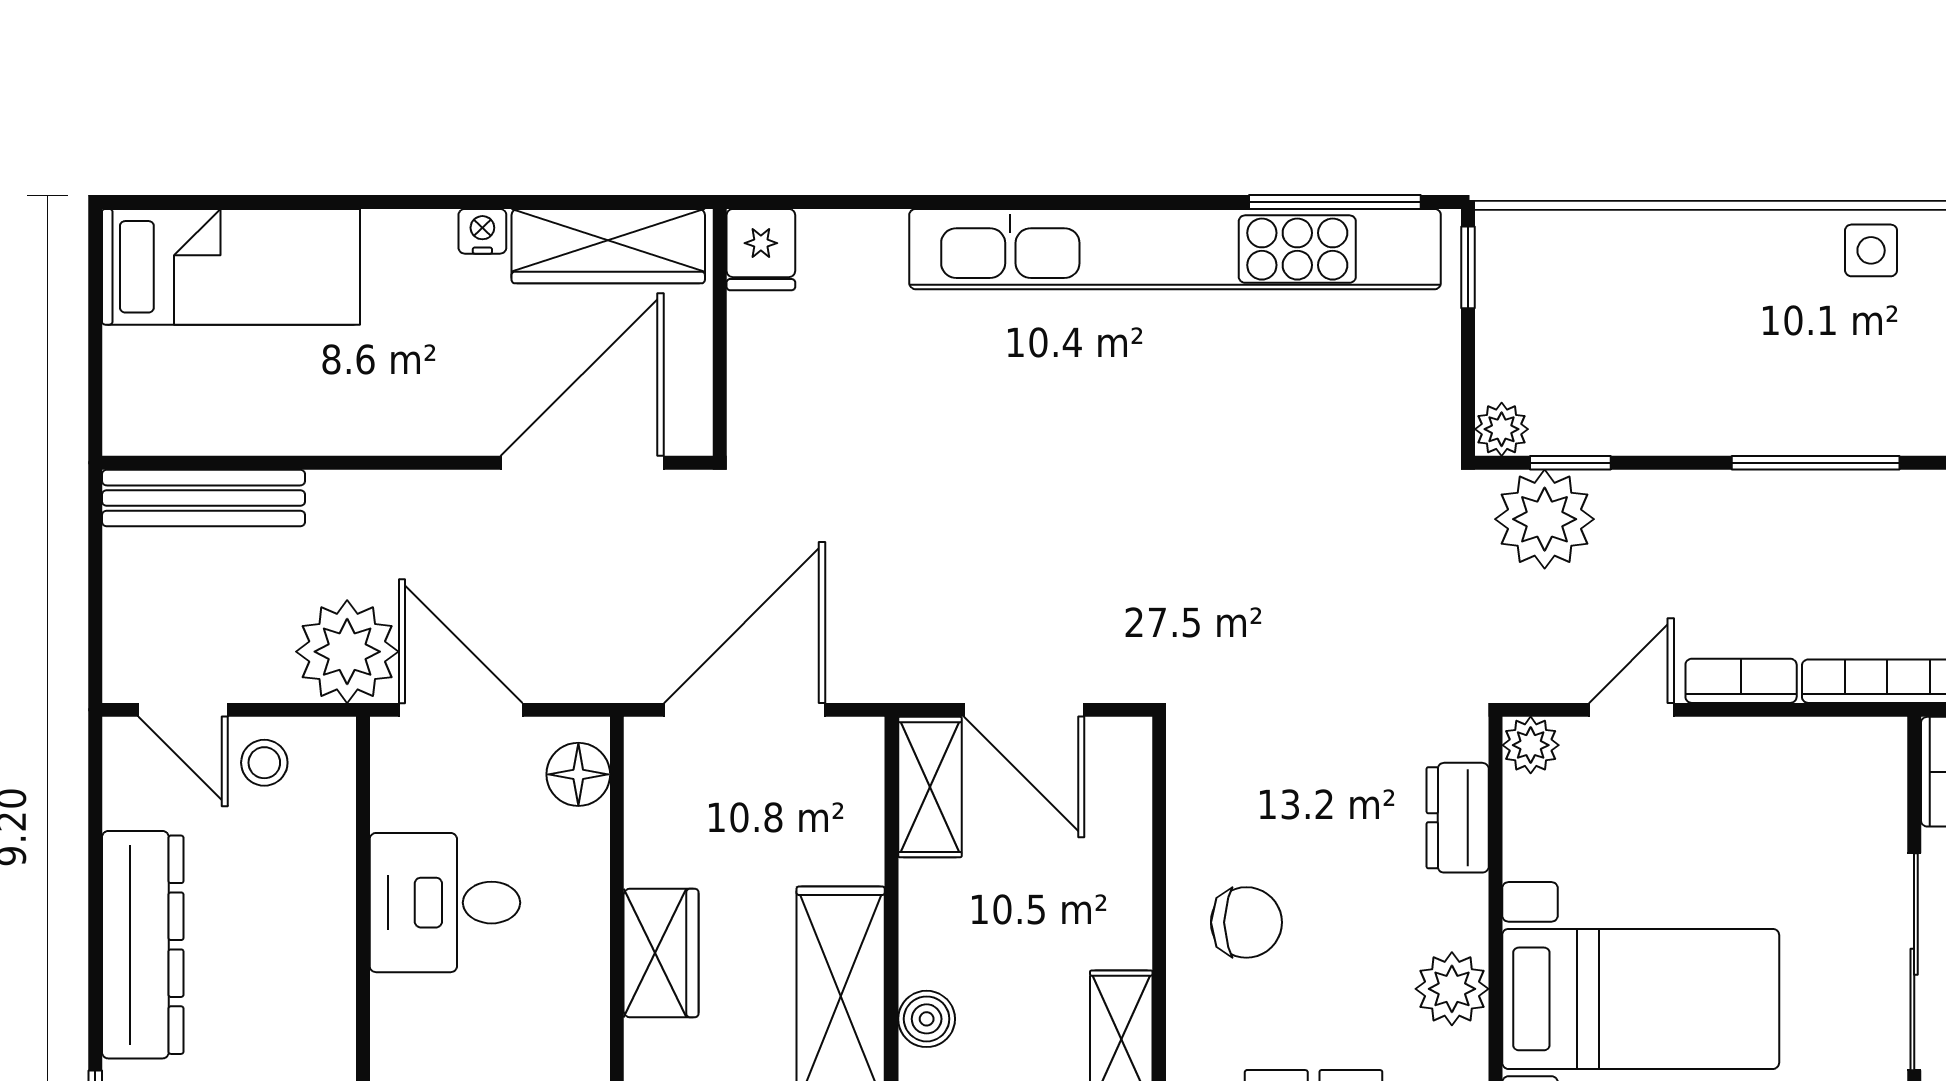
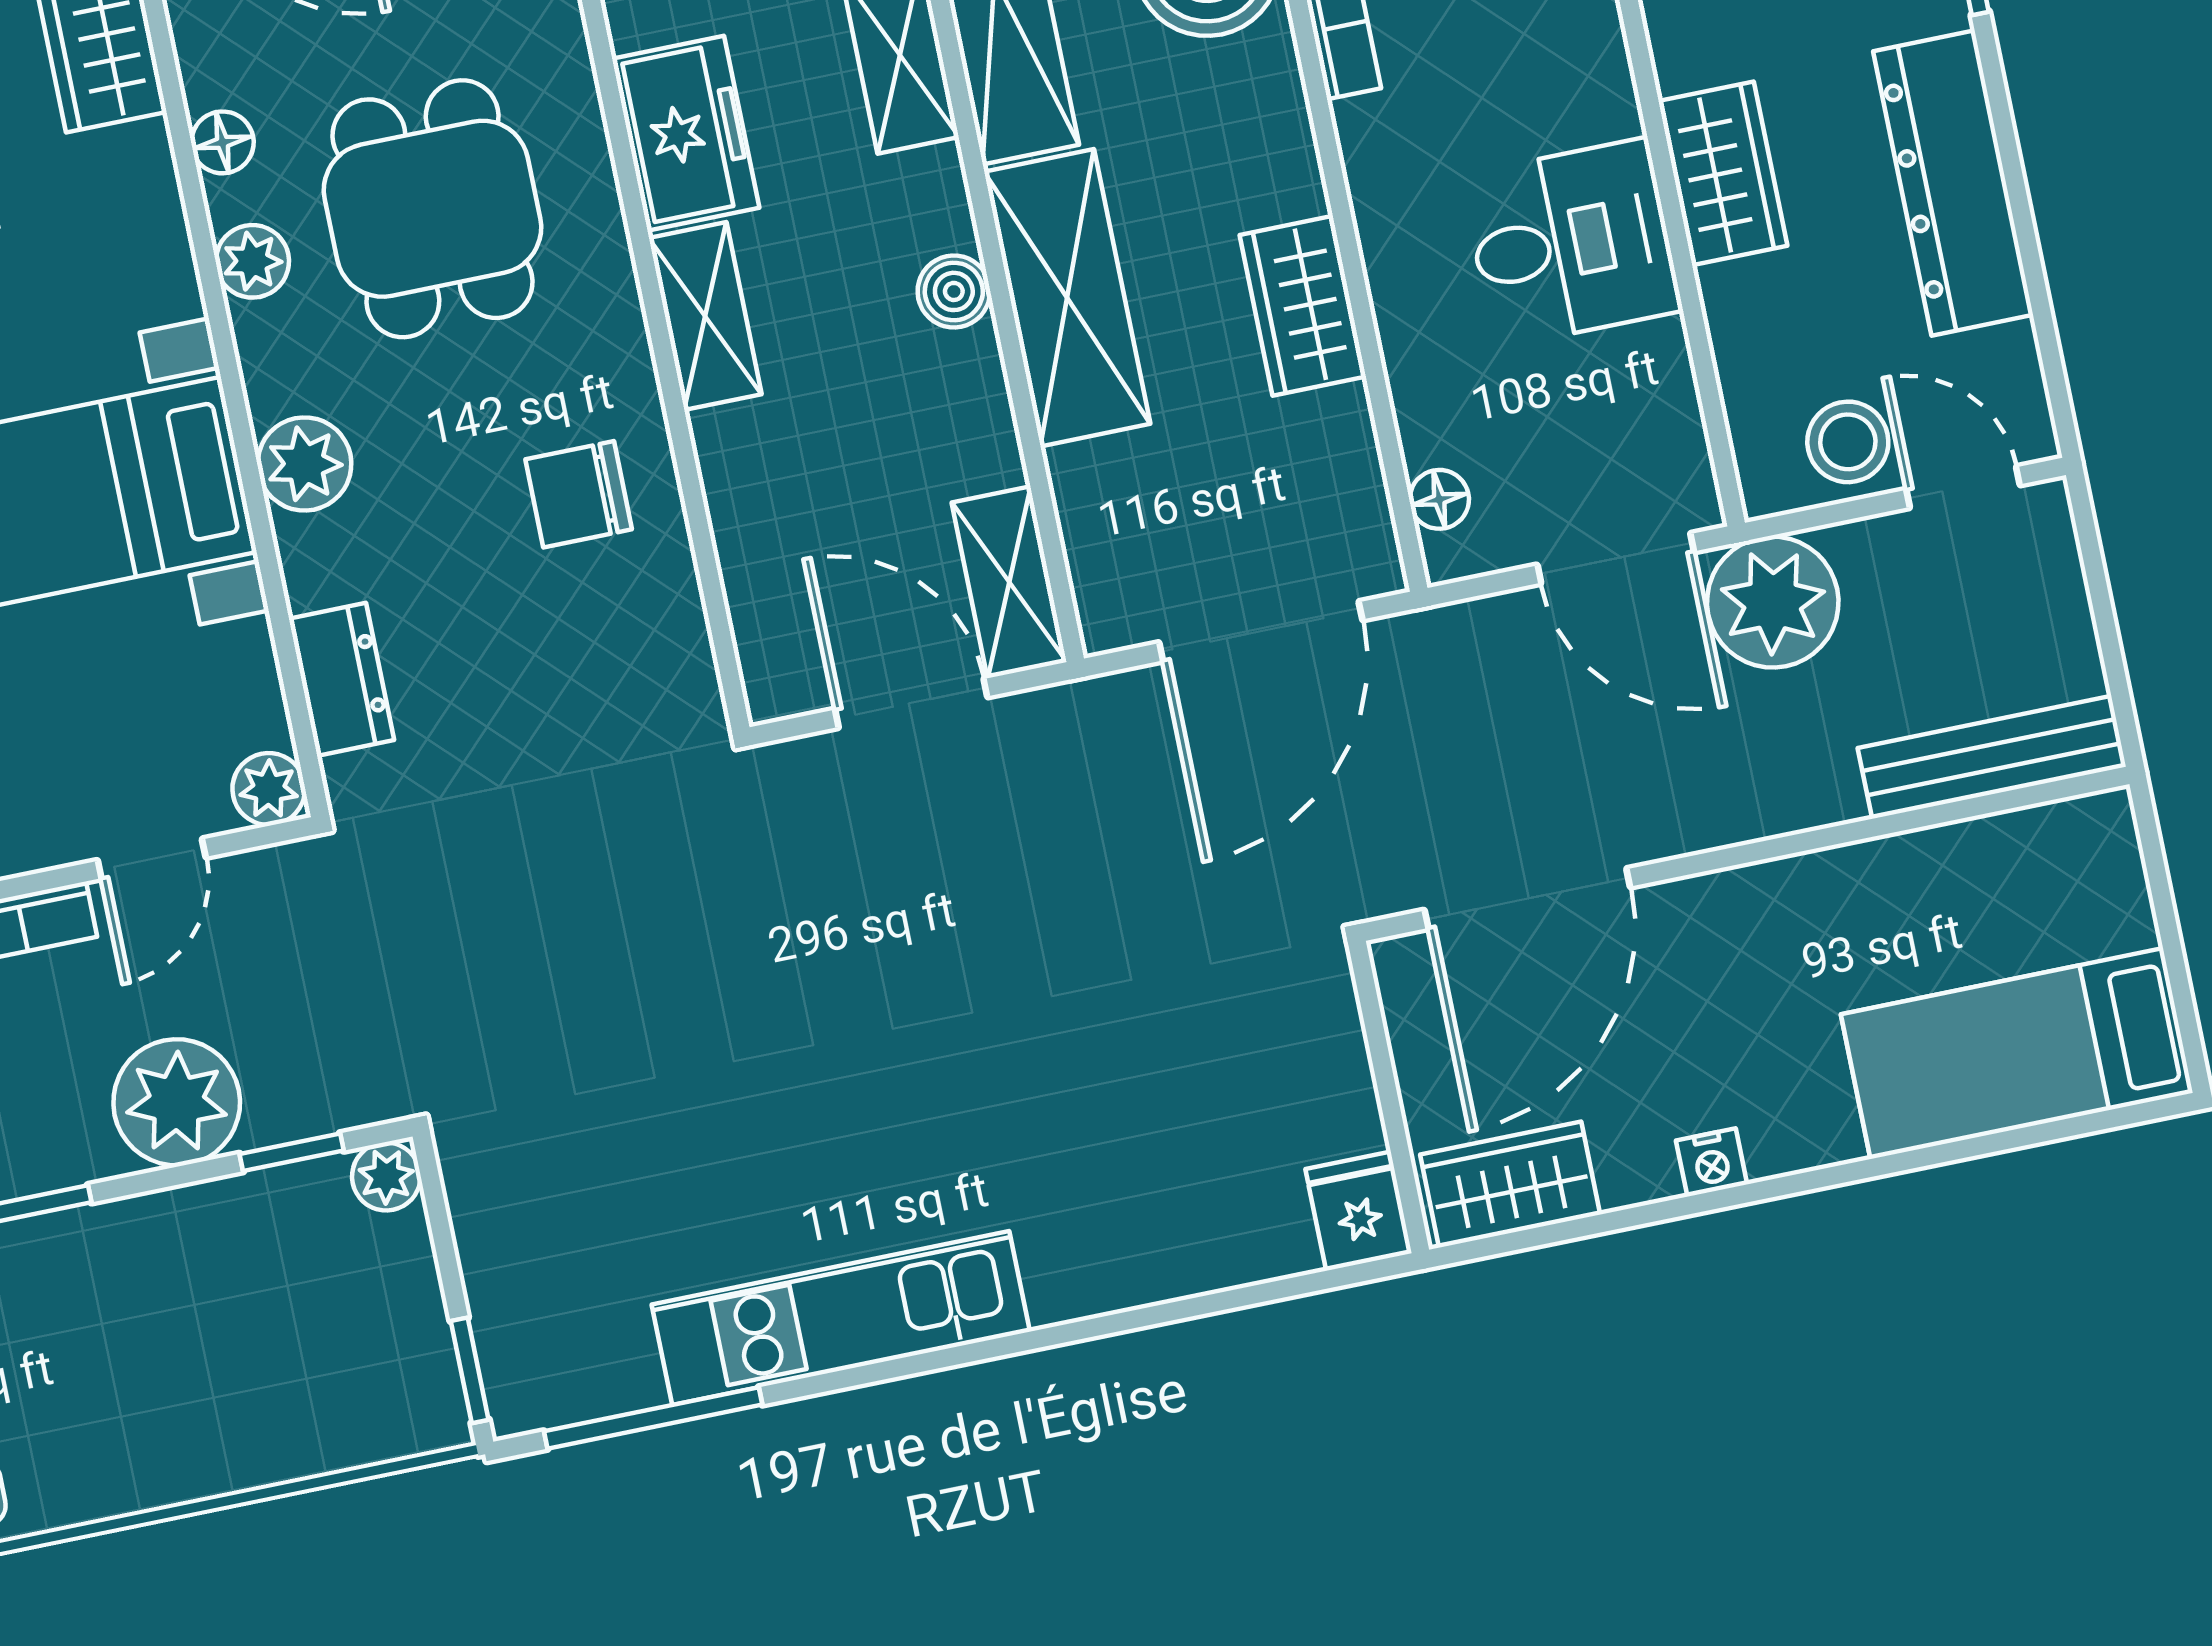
wardrobe: (608, 246) -> (1510, 1184), width x0.67
kitchen unit: (1175, 249) -> (841, 1318), width x0.54
plant: (1545, 519) -> (177, 1102), moved
stool: (264, 763) -> (1848, 442), width x1.37, depth x1.37
floor lamp: (578, 774) -> (1439, 499), width x0.73, depth x0.73
desk: (445, 903) -> (1572, 243), moved
wardrobe: (318, 988) -> (1723, 173), added

